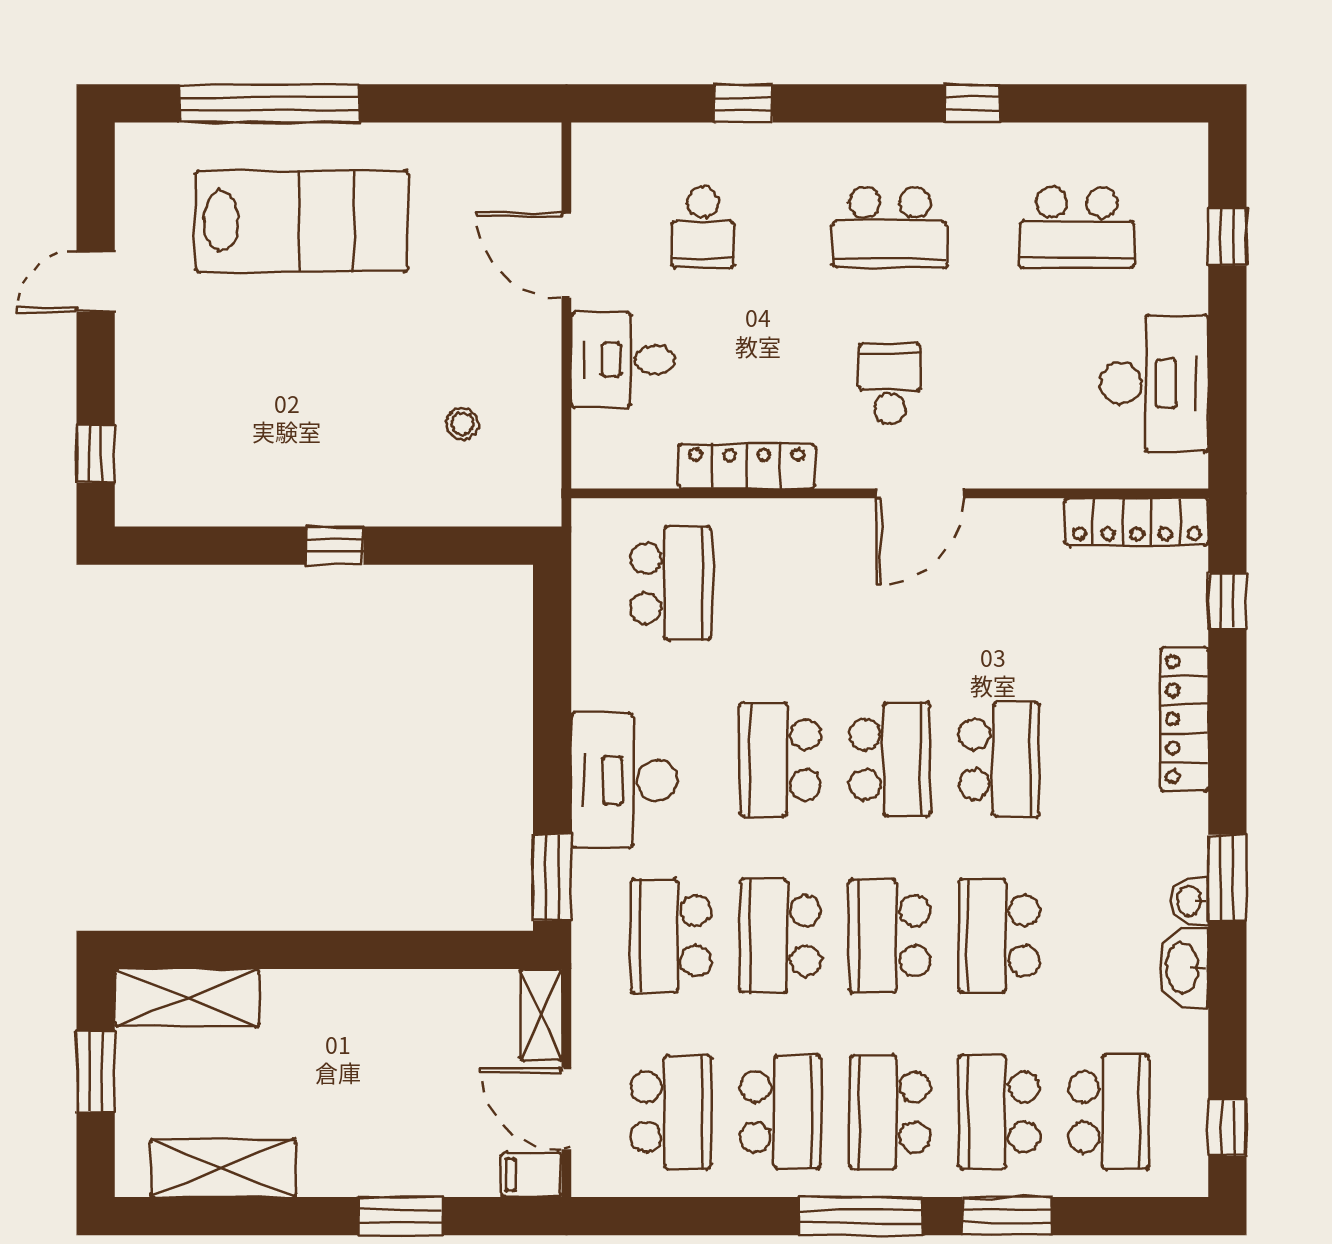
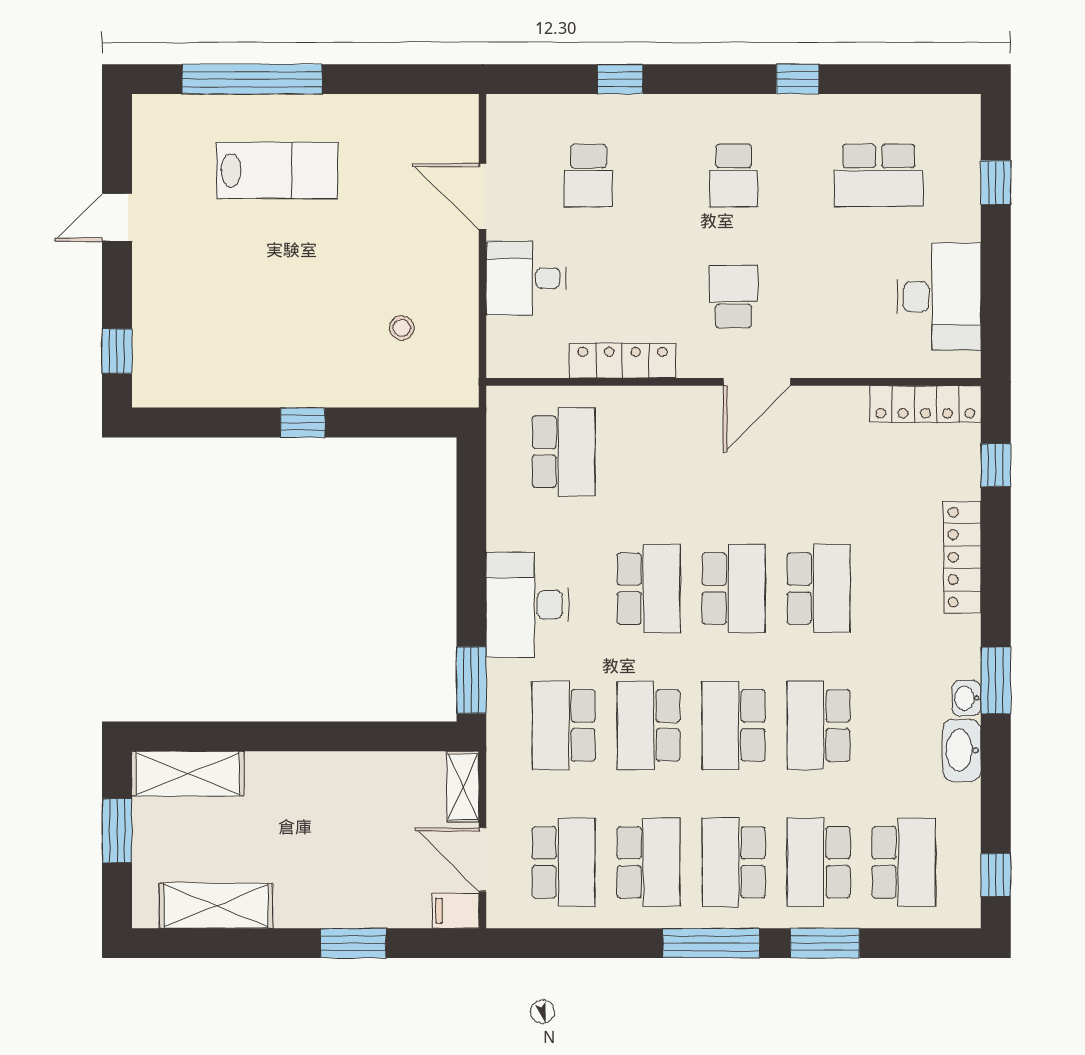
lab bench: (302, 221) -> (277, 171), width x0.73, depth x0.72
school desk: (890, 227) -> (734, 175), width x0.54
school desk: (780, 760) -> (649, 589), turned 180

